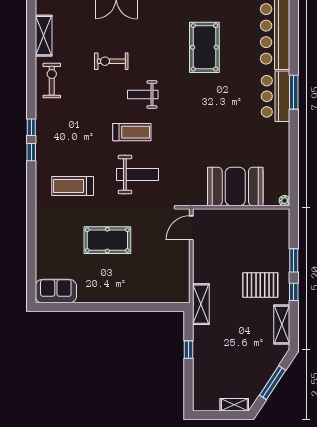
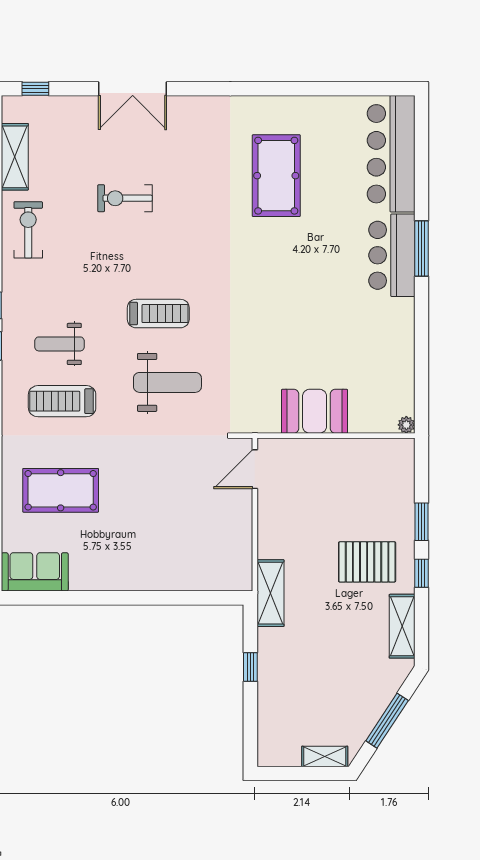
weight bench: (143, 95) -> (60, 344), moved
booth: (235, 186) -> (315, 411), width x0.73, depth x0.70
pool table: (107, 240) -> (61, 490), moved

